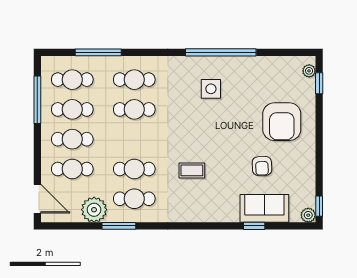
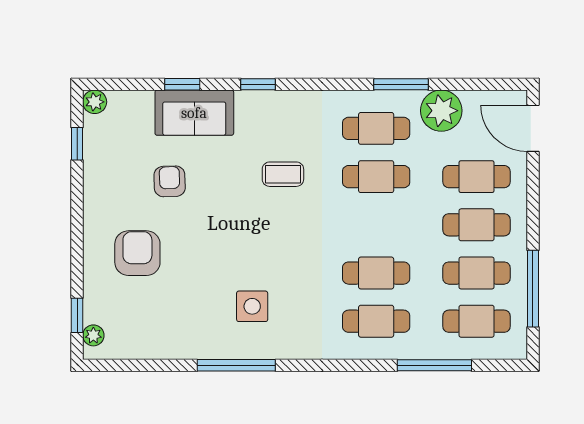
window: (221, 52) -> (236, 365), width x0.68
armchair: (282, 122) -> (137, 253), width x0.73, depth x0.73
window: (319, 206) -> (77, 144), moved
sofa: (264, 208) -> (194, 113), moved
window: (207, 226) -> (258, 84), added

